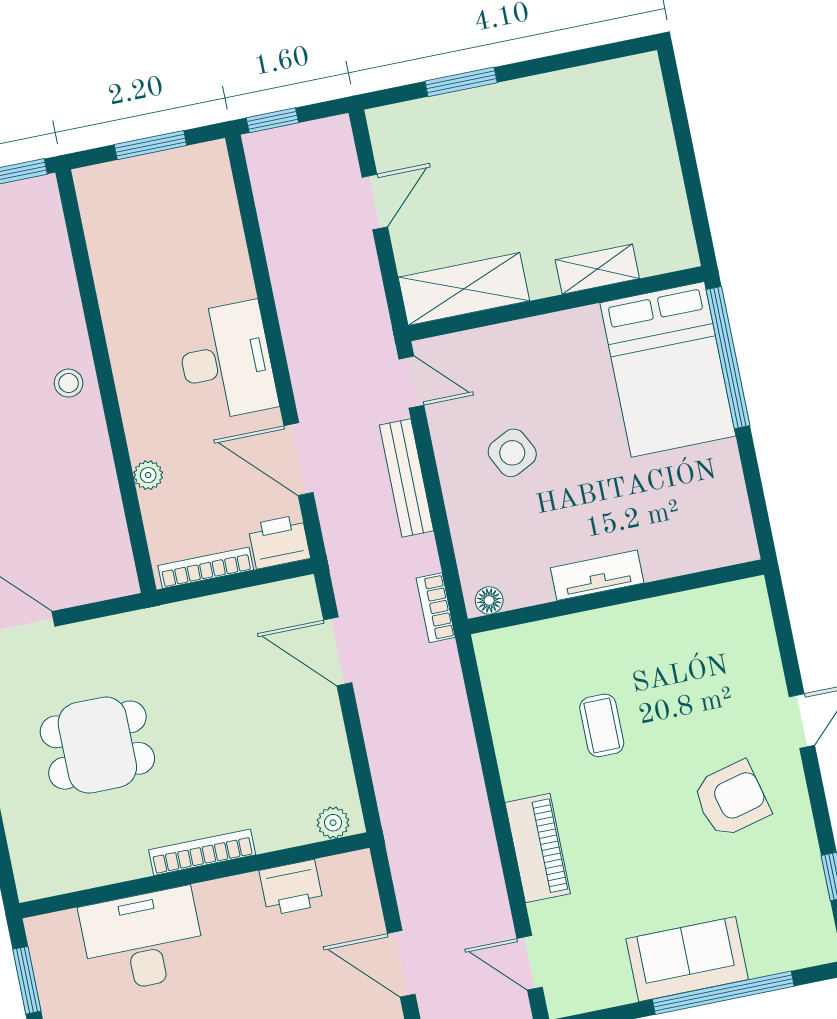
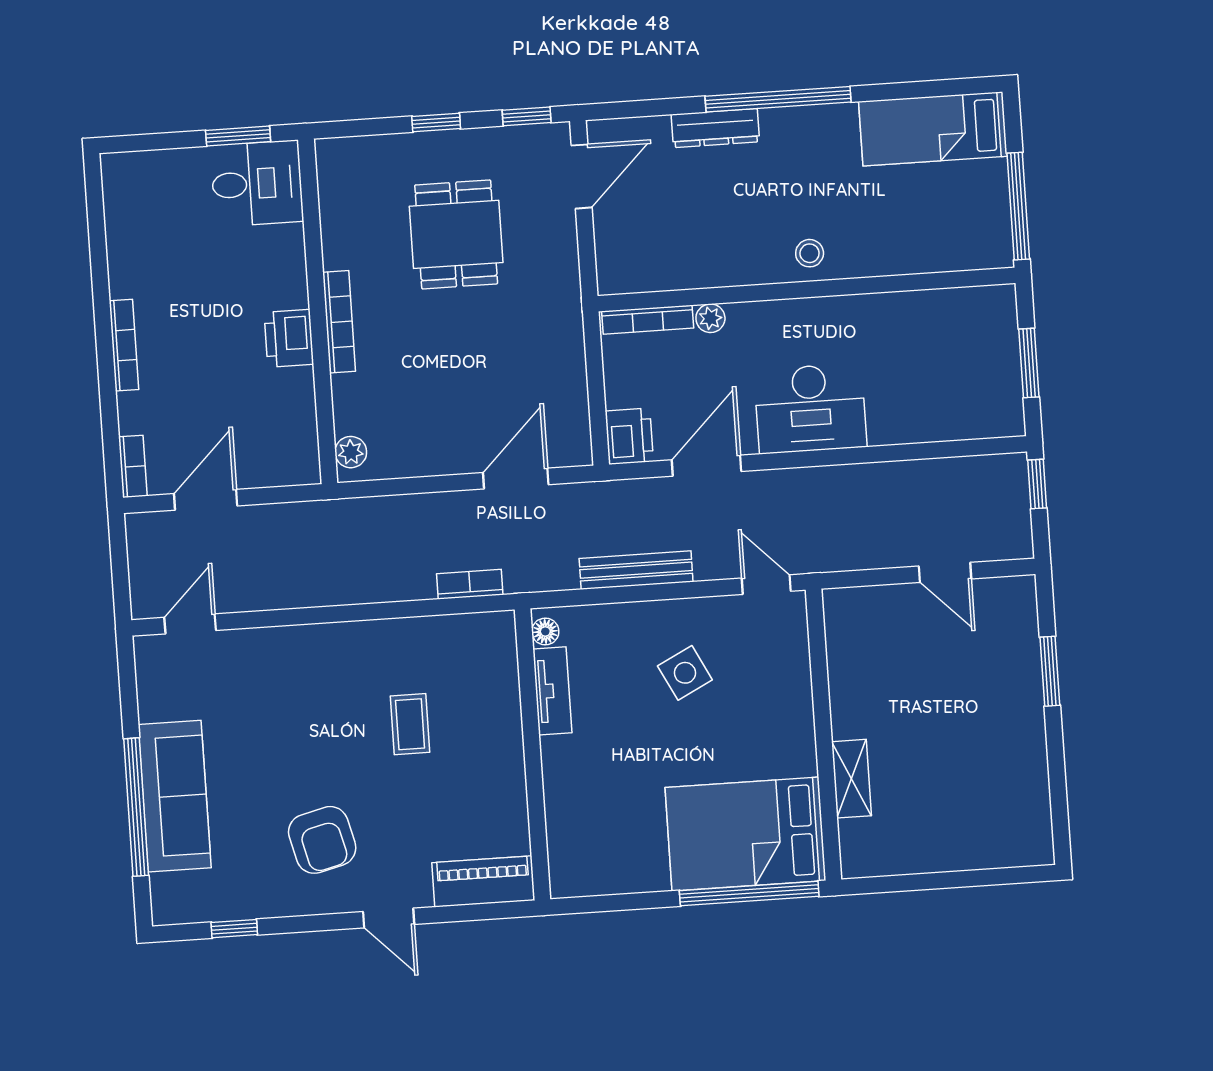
shelving: (464, 289) -> (849, 647), removed
door: (411, 382) -> (766, 585), swing flipped
bench: (407, 478) -> (636, 570), moved
bookcase: (206, 568) -> (648, 320), moved, turned 90
tv unit: (597, 575) -> (552, 691), moved
bookcase: (436, 608) -> (470, 584), moved
coffee table: (602, 725) -> (410, 724), turned 90
piano: (538, 848) -> (483, 881), moved, turned 180
printer: (291, 888) -> (289, 338), moved
desk: (143, 940) -> (257, 183), moved, width x0.73
sofa: (687, 959) -> (175, 796), width x1.36

